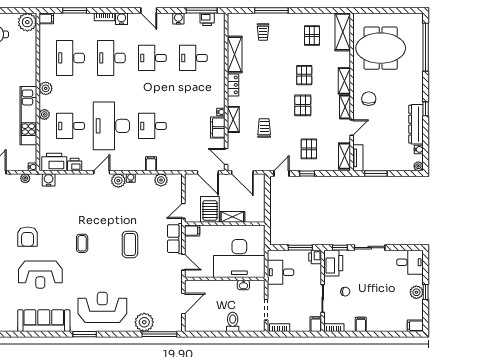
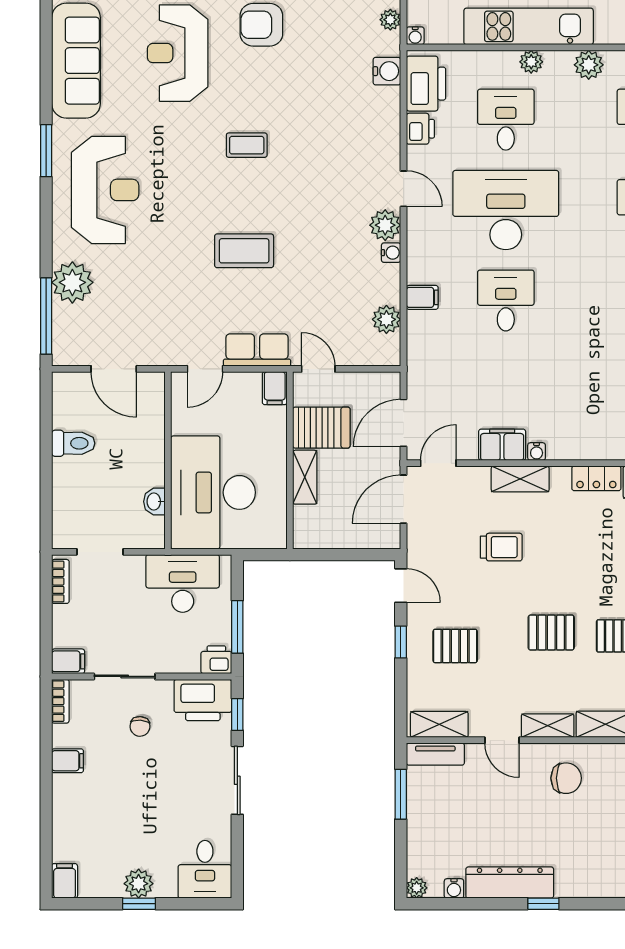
desk: (281, 272) -> (183, 583), width x1.37
toilet: (233, 322) -> (73, 443), moved

